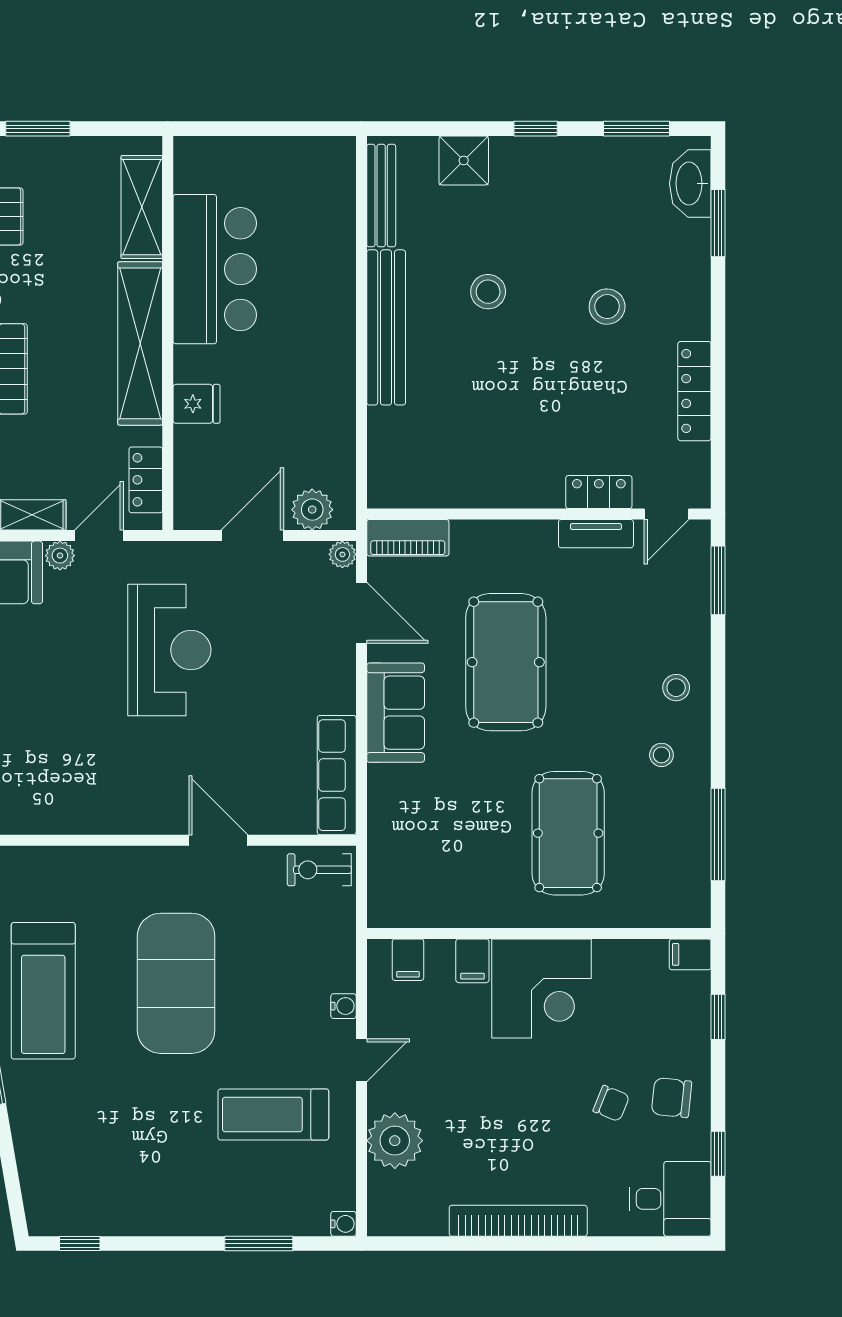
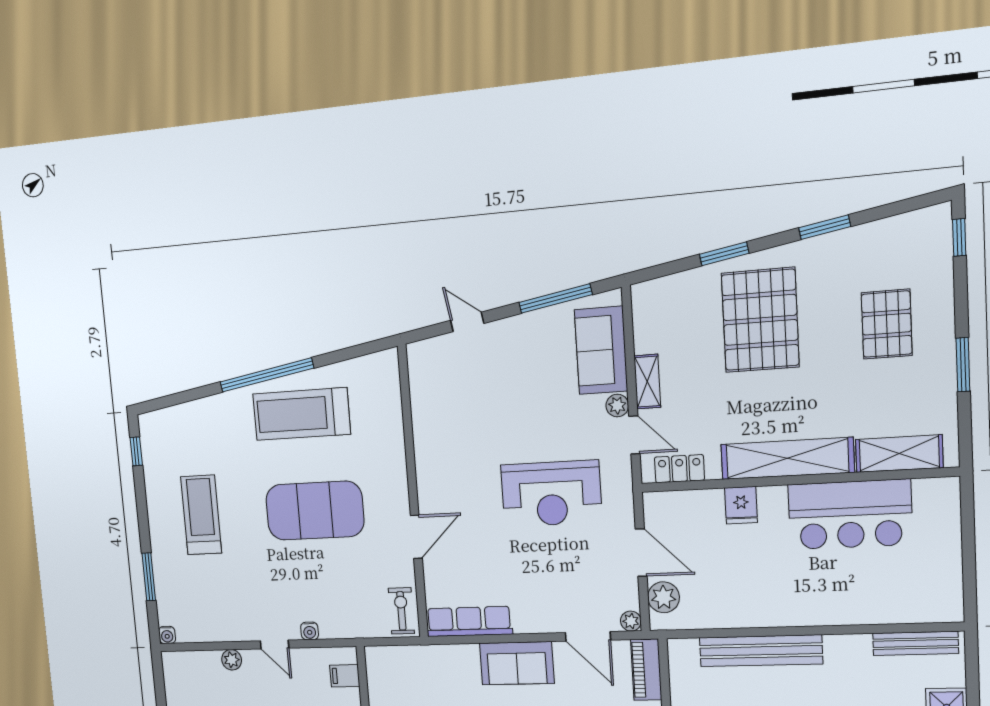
bench: (386, 327) -> (761, 651), moved
door: (361, 613) -> (588, 636), hinge flipped
treadmill: (273, 1114) -> (201, 515), moved
plant: (395, 1141) -> (232, 660), width x0.53, depth x0.53

